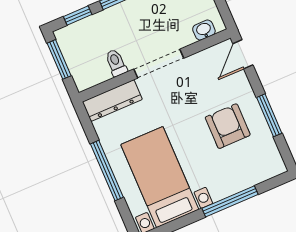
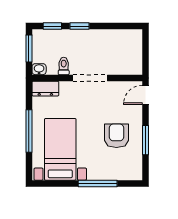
washbasin: (204, 30) -> (39, 69), moved
dresser: (112, 101) -> (45, 89), width x0.70

